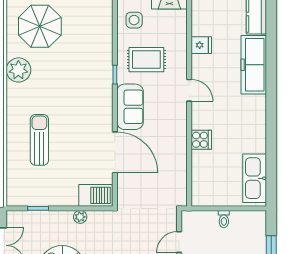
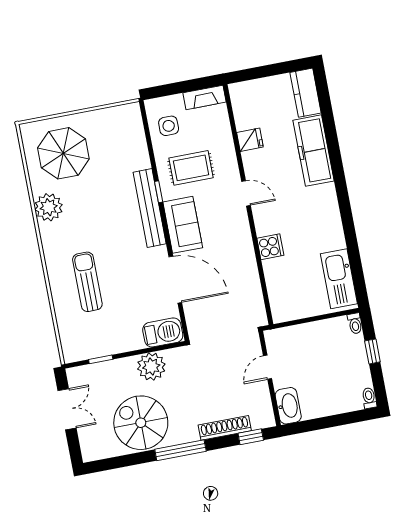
bench: (105, 87) -> (150, 208), added
plant: (80, 217) -> (151, 367), width x1.88, depth x1.88
toilet: (224, 219) -> (355, 323), moved

